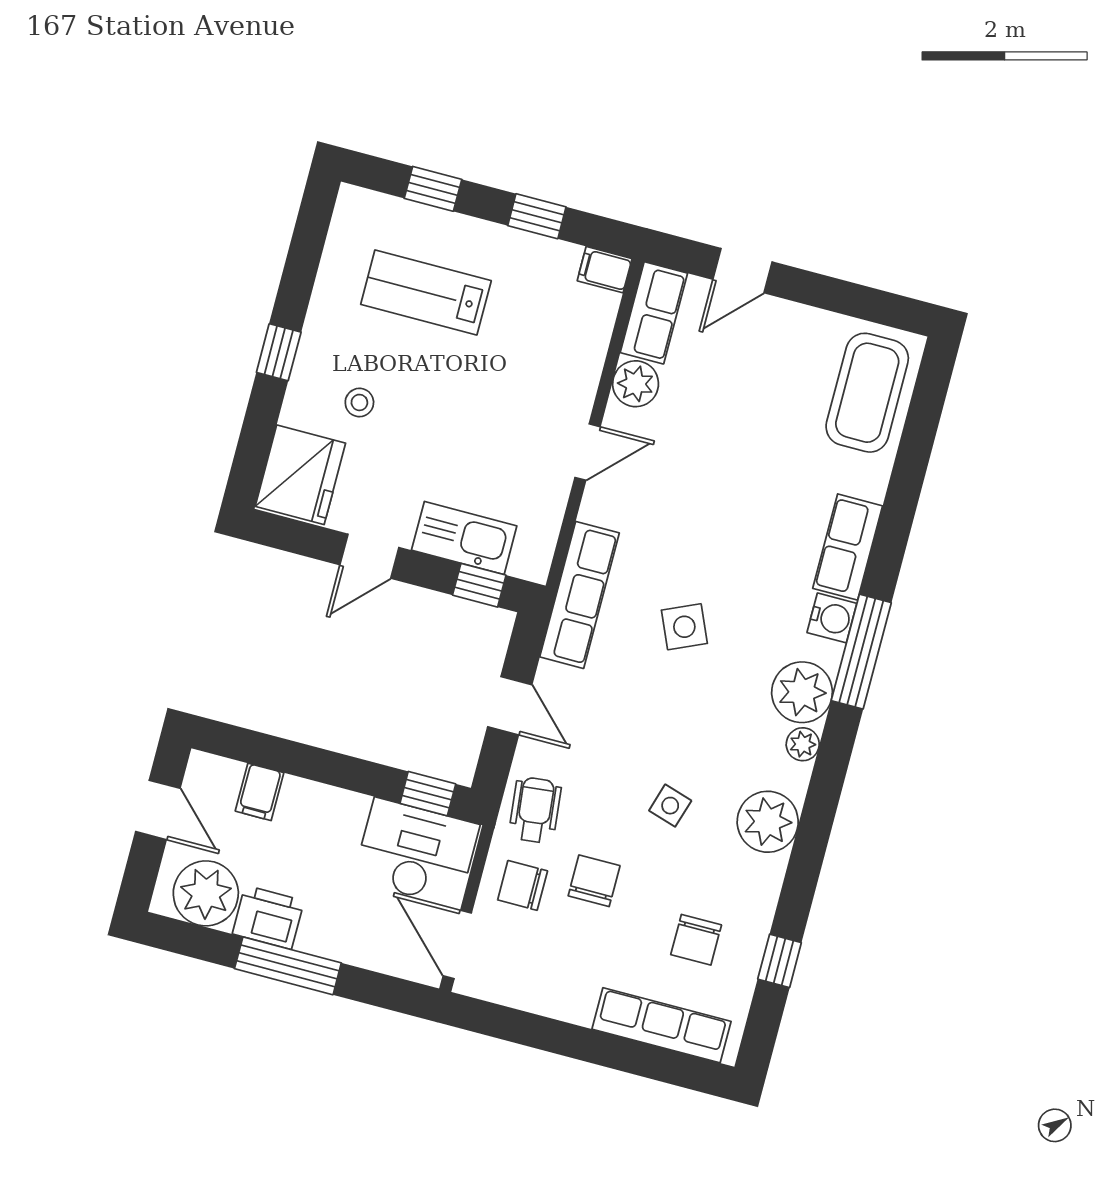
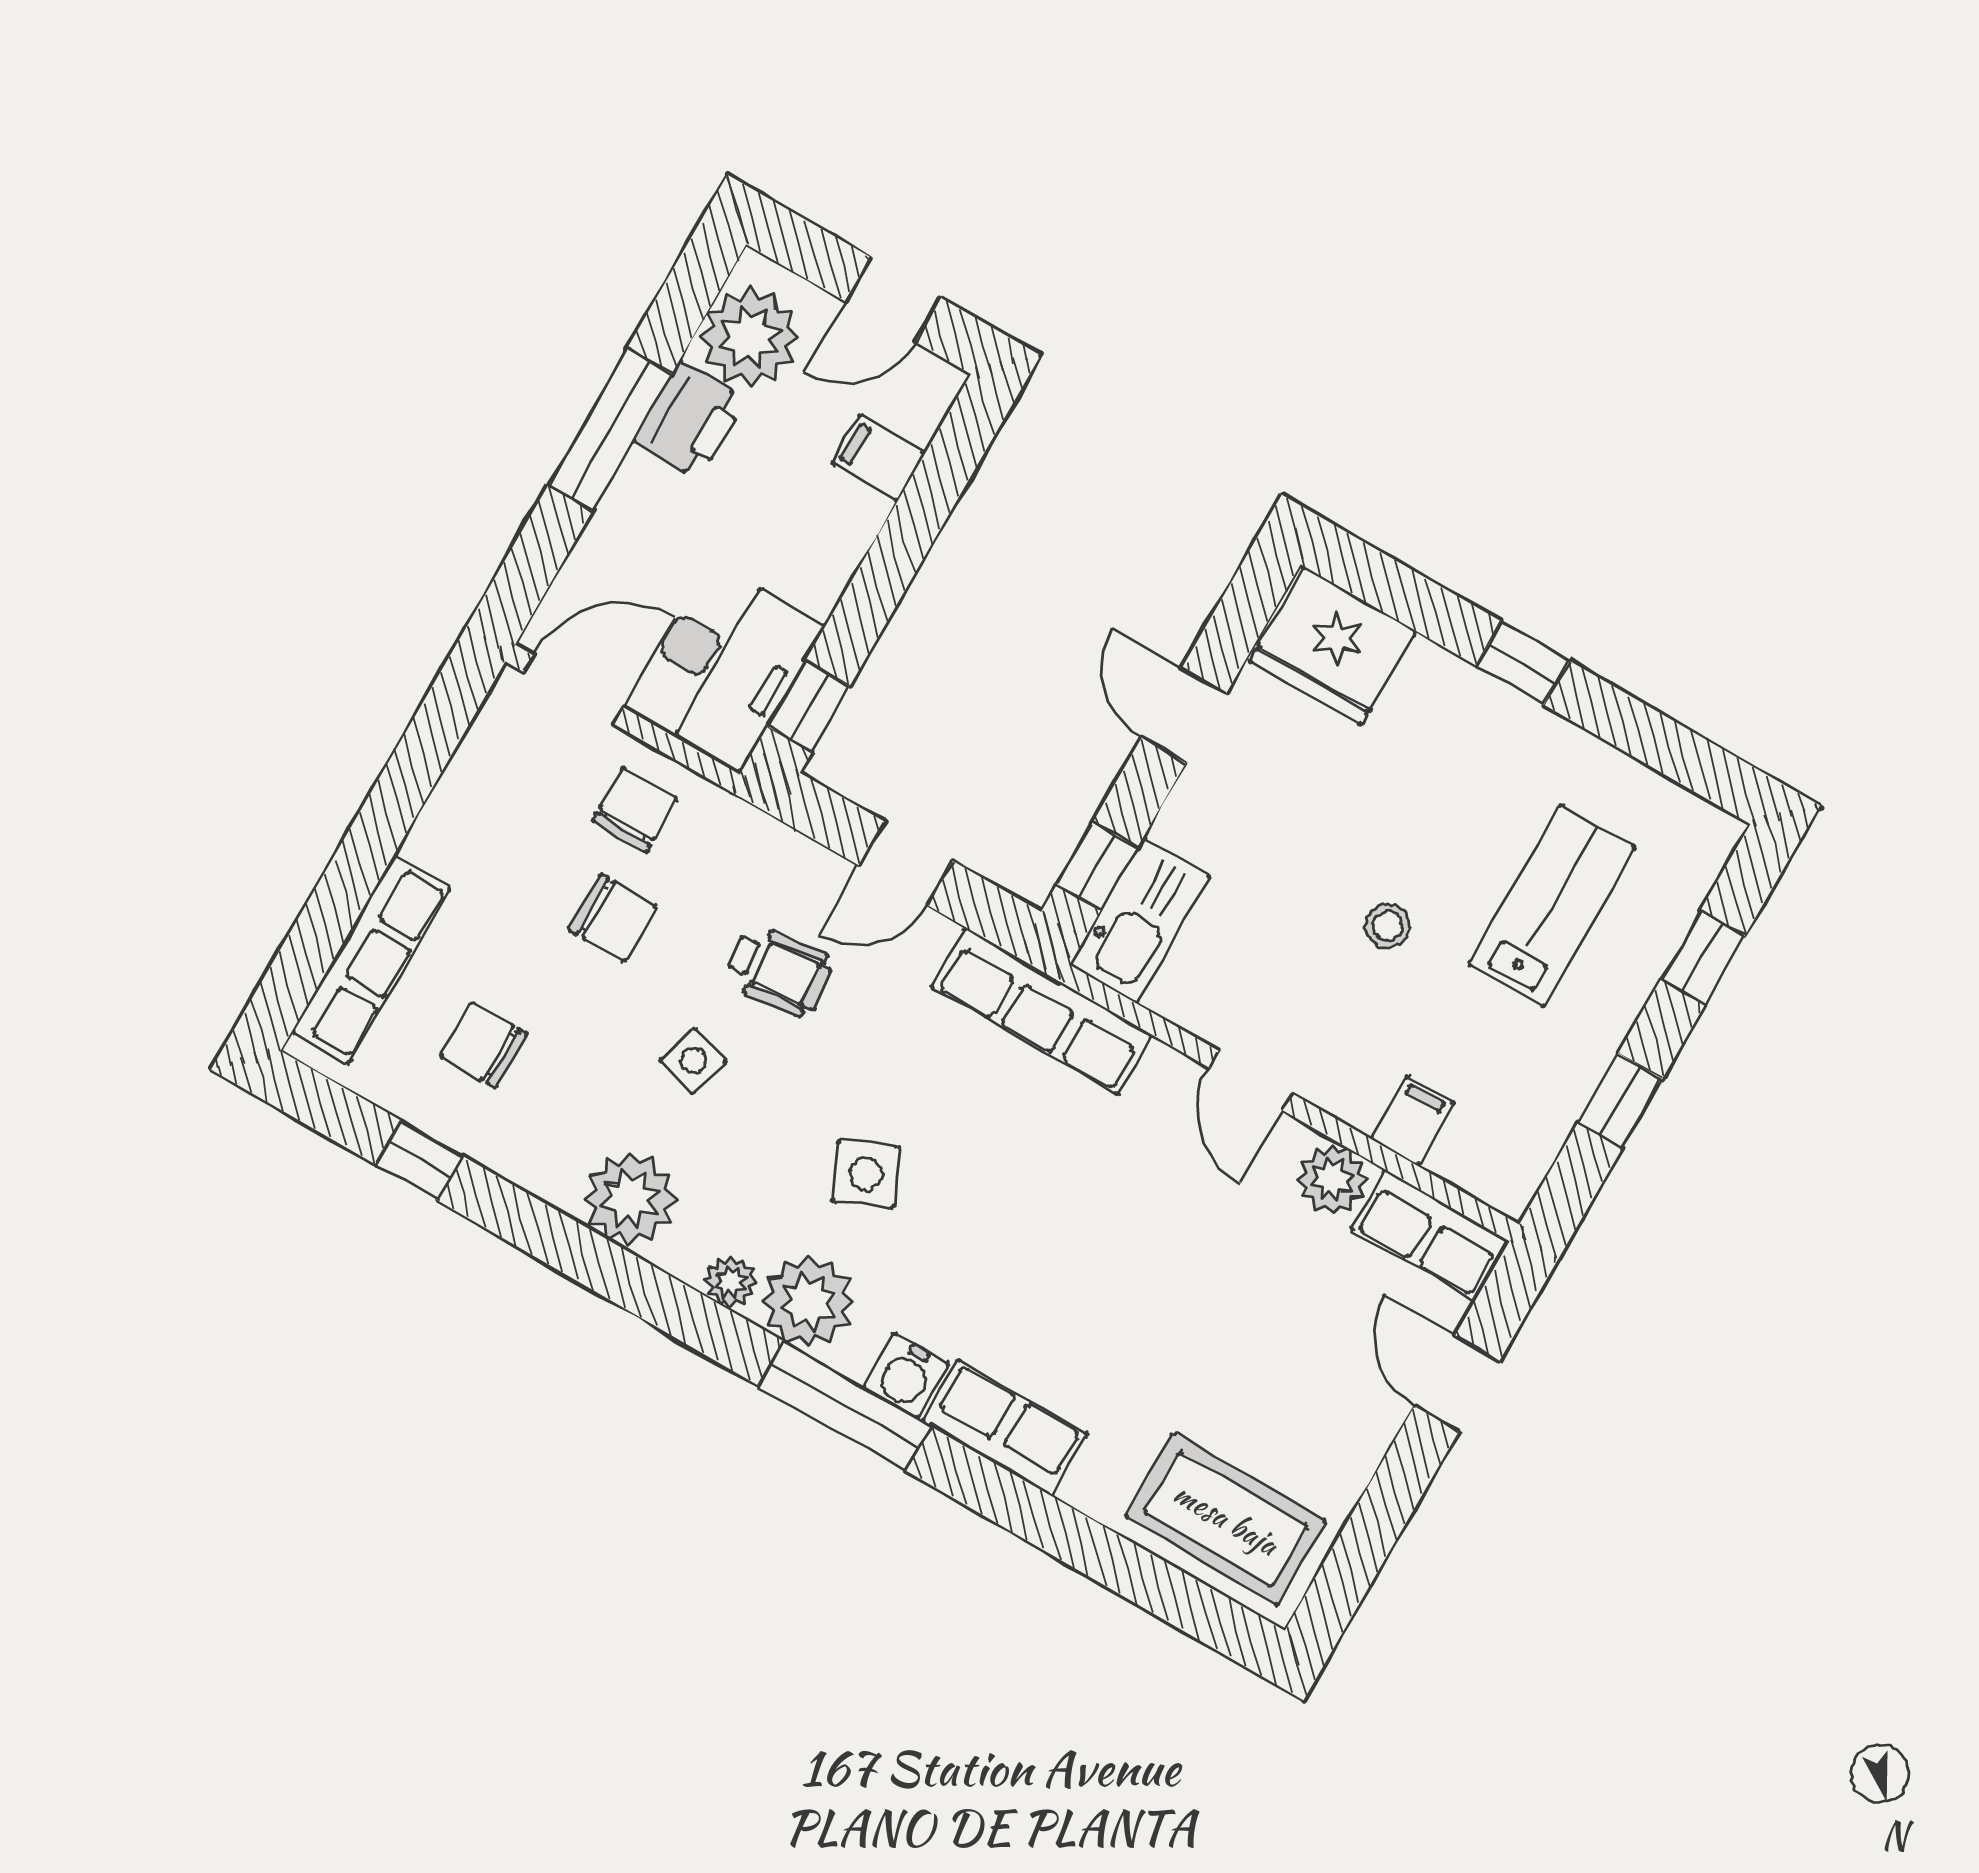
filing cabinet: (605, 270) -> (1412, 1121), moved
stool: (359, 402) -> (1388, 926), moved
kitchen sink: (464, 538) -> (1140, 921), moved
side table: (684, 627) -> (866, 1174), moved
wheelchair: (535, 810) -> (779, 971), moved

